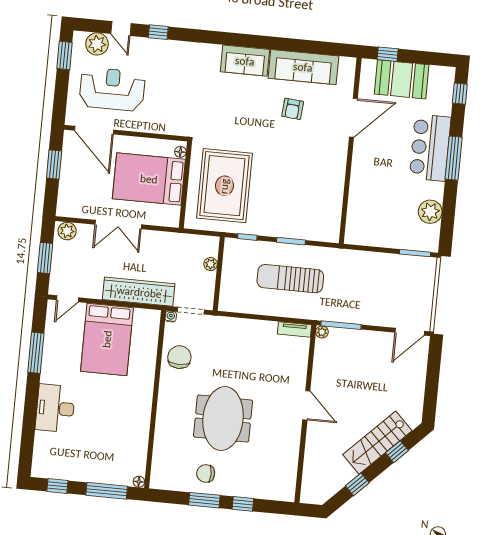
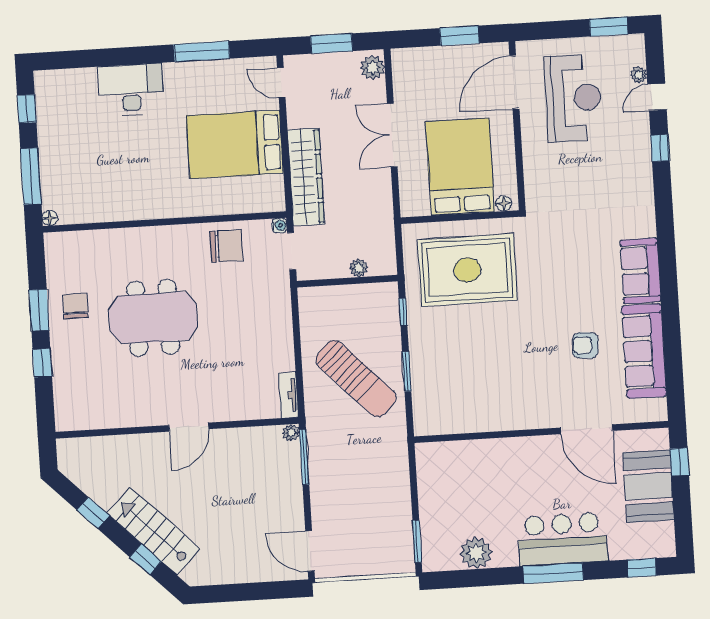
plant: (97, 44) -> (639, 75), width x0.53, depth x0.53
sun lounger: (290, 279) -> (356, 379), turned 136

